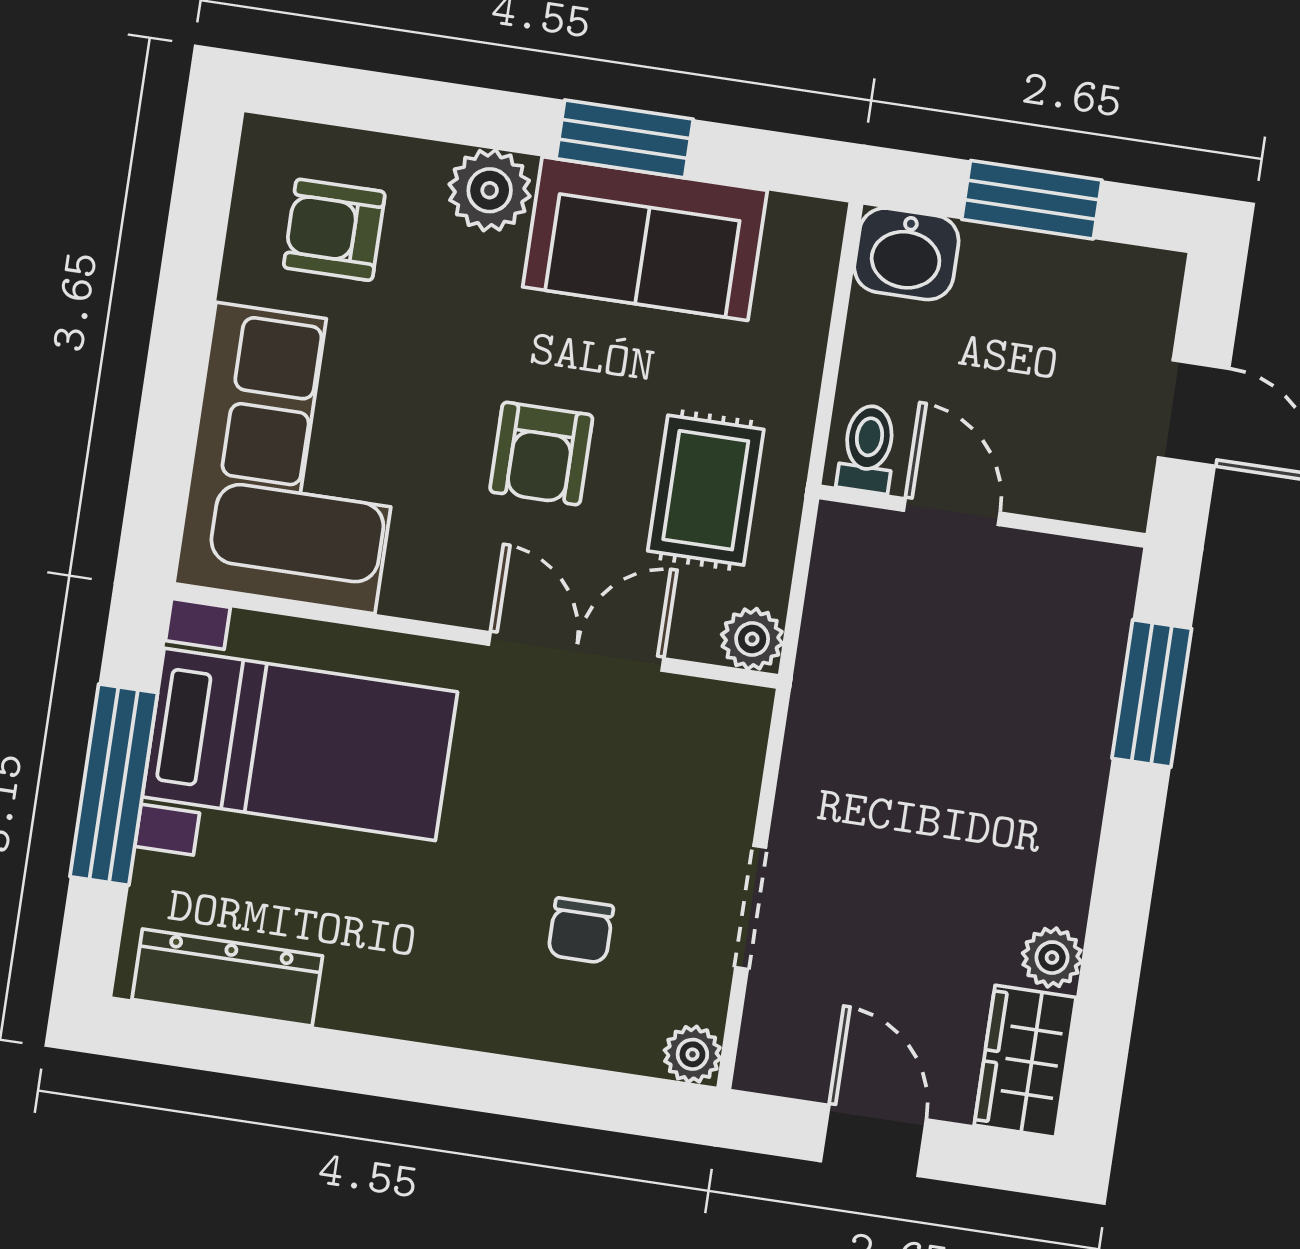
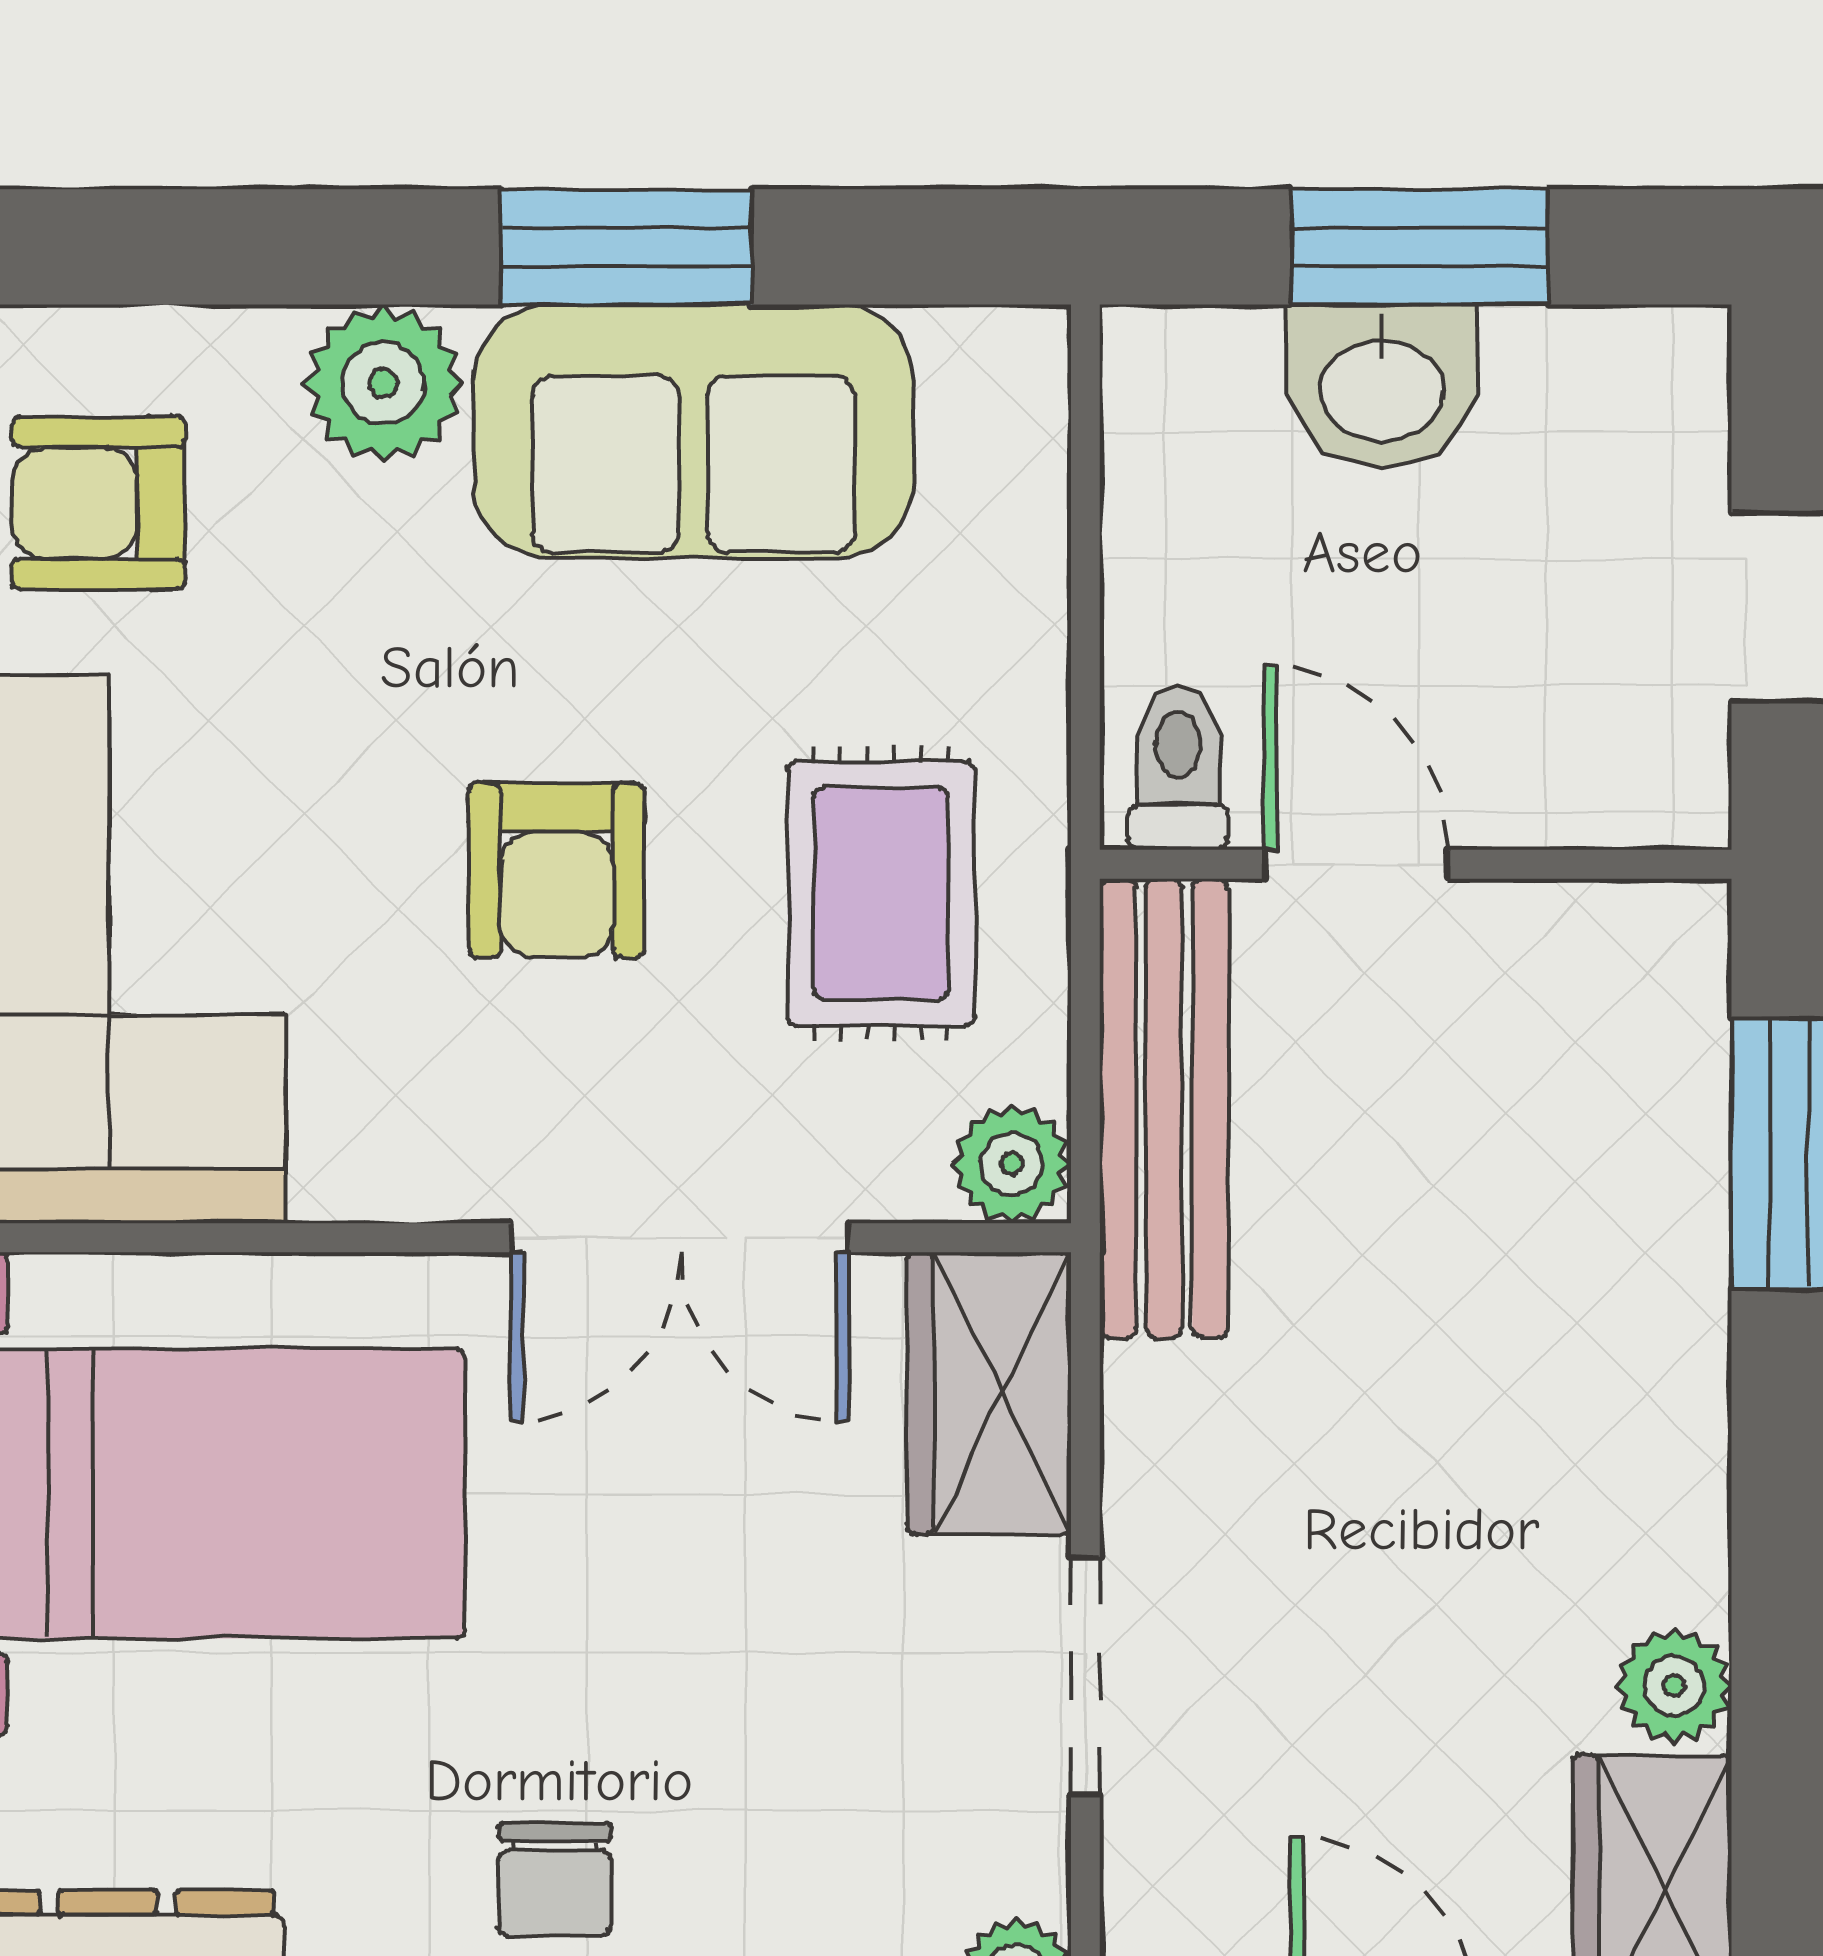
washbasin: (906, 254) -> (1382, 386), moved
bench: (835, 622) -> (1164, 1108), added
double door: (576, 651) -> (680, 1238), swing flipped
wardrobe: (723, 755) -> (989, 1393), added
chair: (581, 931) -> (555, 1879), moved

